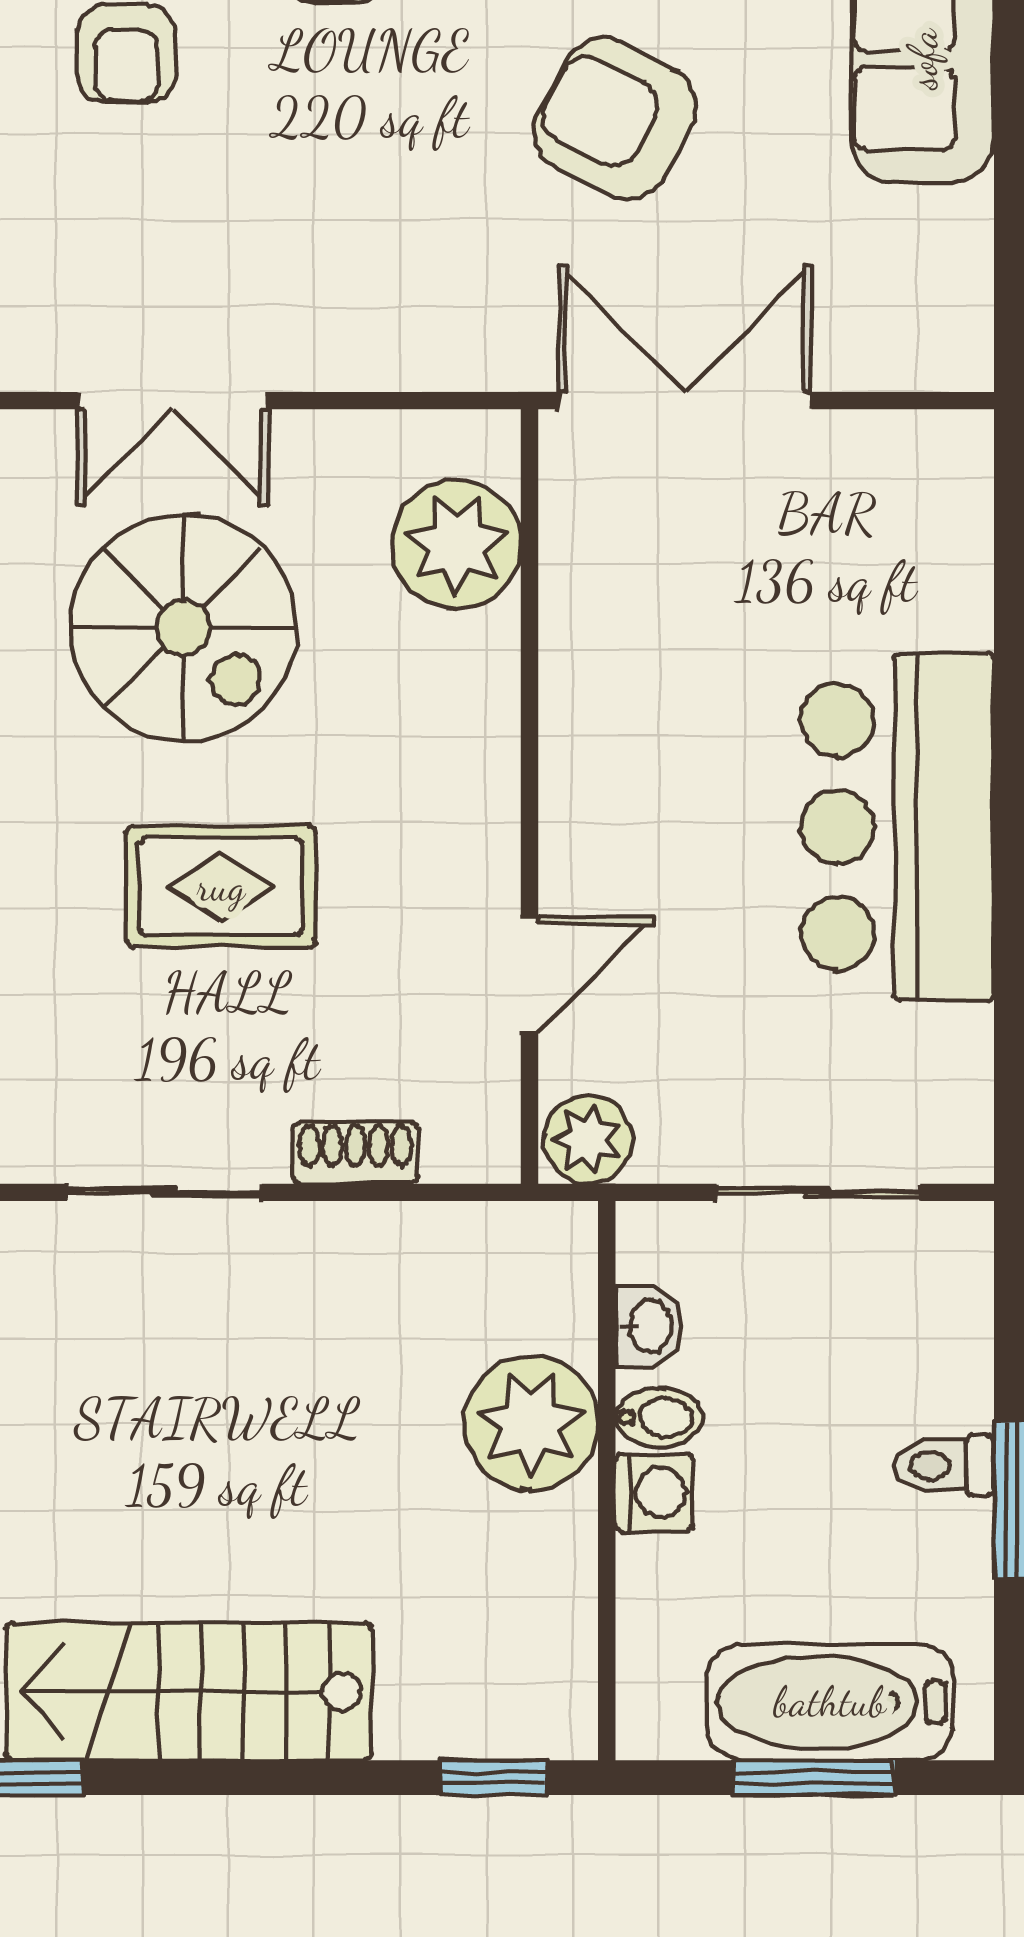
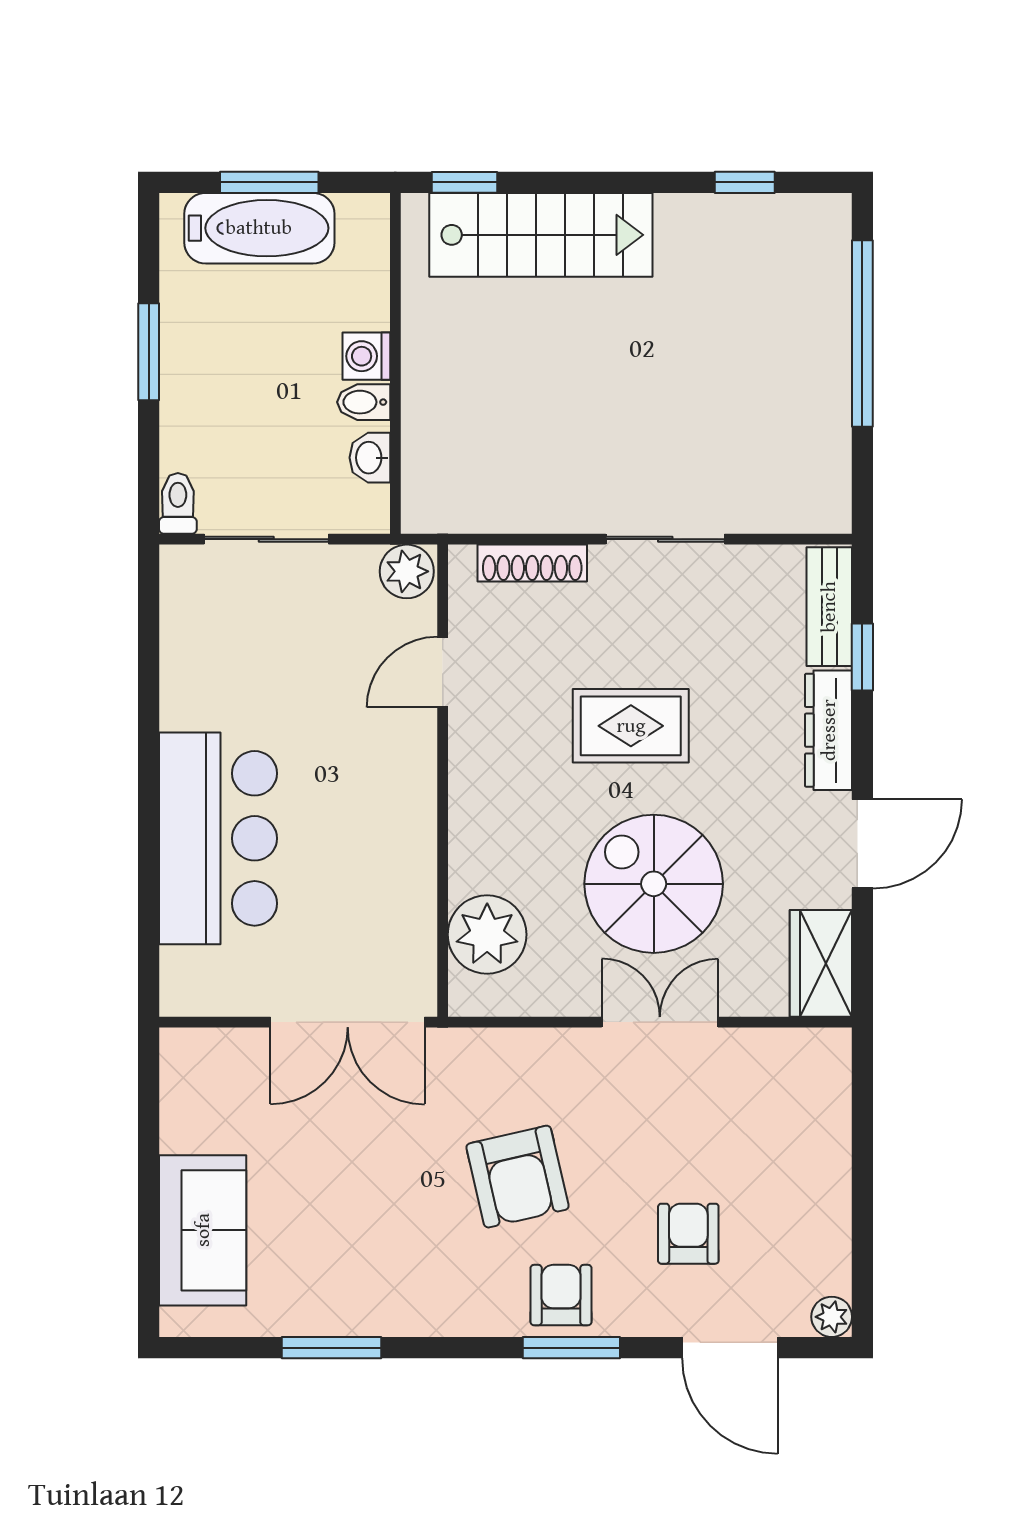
armchair: (615, 119) -> (517, 1177), moved, turned 50
bar counter: (898, 827) -> (218, 838), moved
shoe rack: (355, 1153) -> (532, 563), width x1.43
plant: (531, 1423) -> (442, 398), removed
toilet: (944, 1466) -> (178, 503), moved, turned -90
stairs: (189, 1691) -> (541, 235), moved

